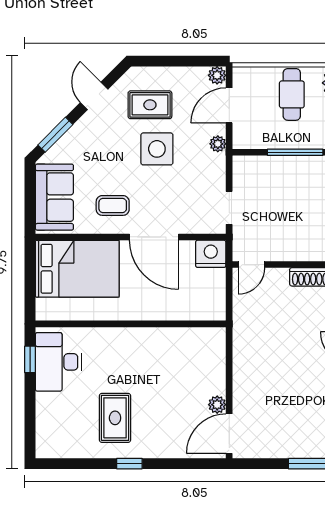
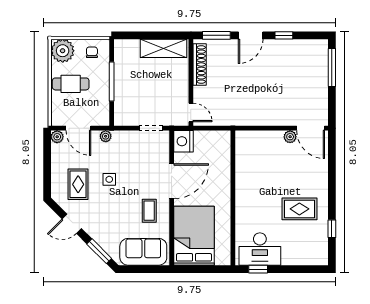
side table: (157, 149) -> (109, 179), width x0.54, depth x0.54
window: (129, 464) -> (332, 229), moved

